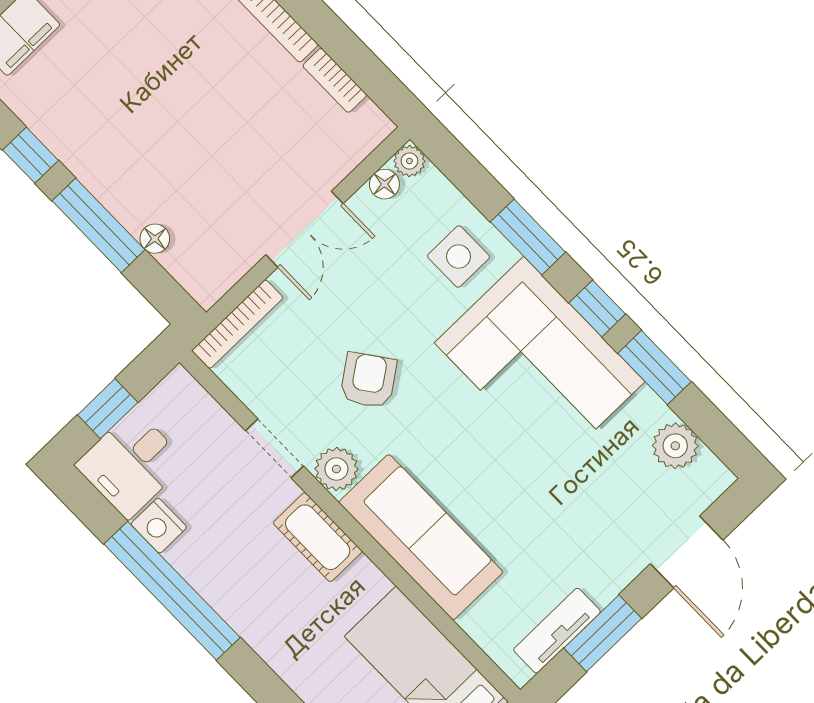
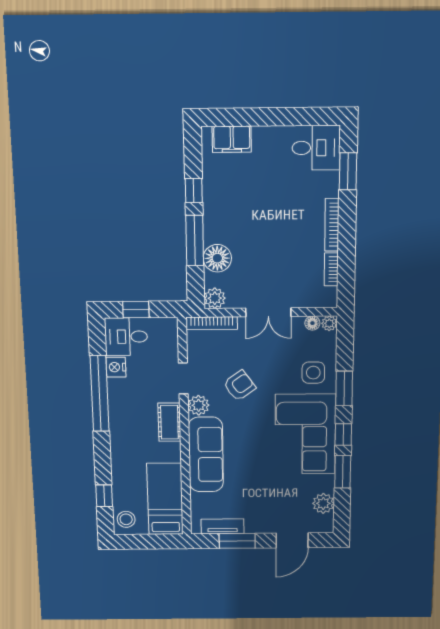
floor lamp: (155, 239) -> (217, 258), width x1.89, depth x1.89
plant: (207, 283) -> (215, 298), added

